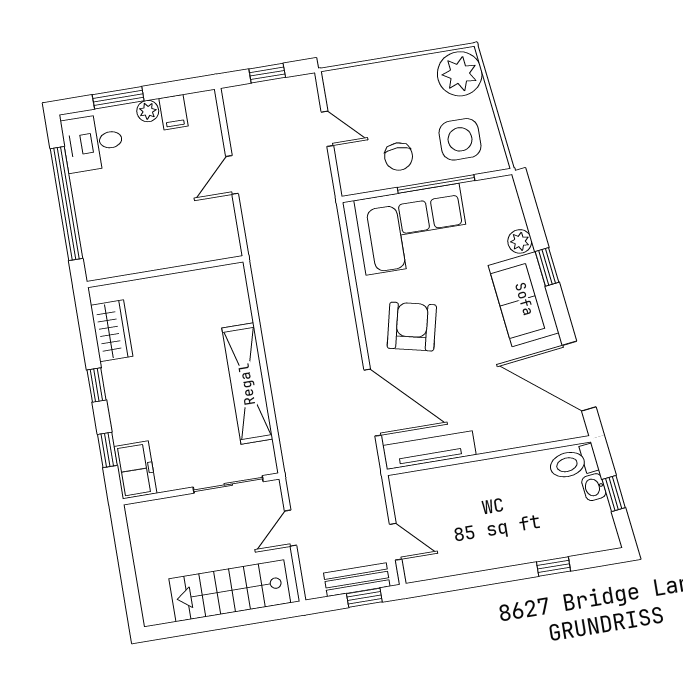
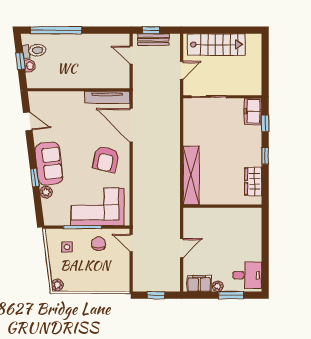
plant: (460, 74) -> (57, 285), width x0.53, depth x0.53
filing cabinet: (173, 112) -> (199, 284), width x2.00
door: (327, 129) -> (131, 243), moved
side table: (460, 139) -> (67, 247), width x0.54, depth x0.54
window: (67, 203) -> (265, 248), removed
door: (579, 376) -> (28, 121), width x0.53
shelving: (247, 384) -> (191, 175), moved
toilet: (573, 463) -> (34, 51), moved
window: (554, 566) -> (56, 30), width x3.17

